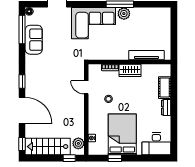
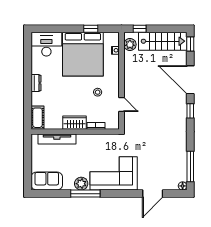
sofa: (34, 40) -> (47, 181), moved, turned 90
cot: (165, 88) -> (37, 118), moved
bed: (122, 134) -> (83, 54), width x1.36

